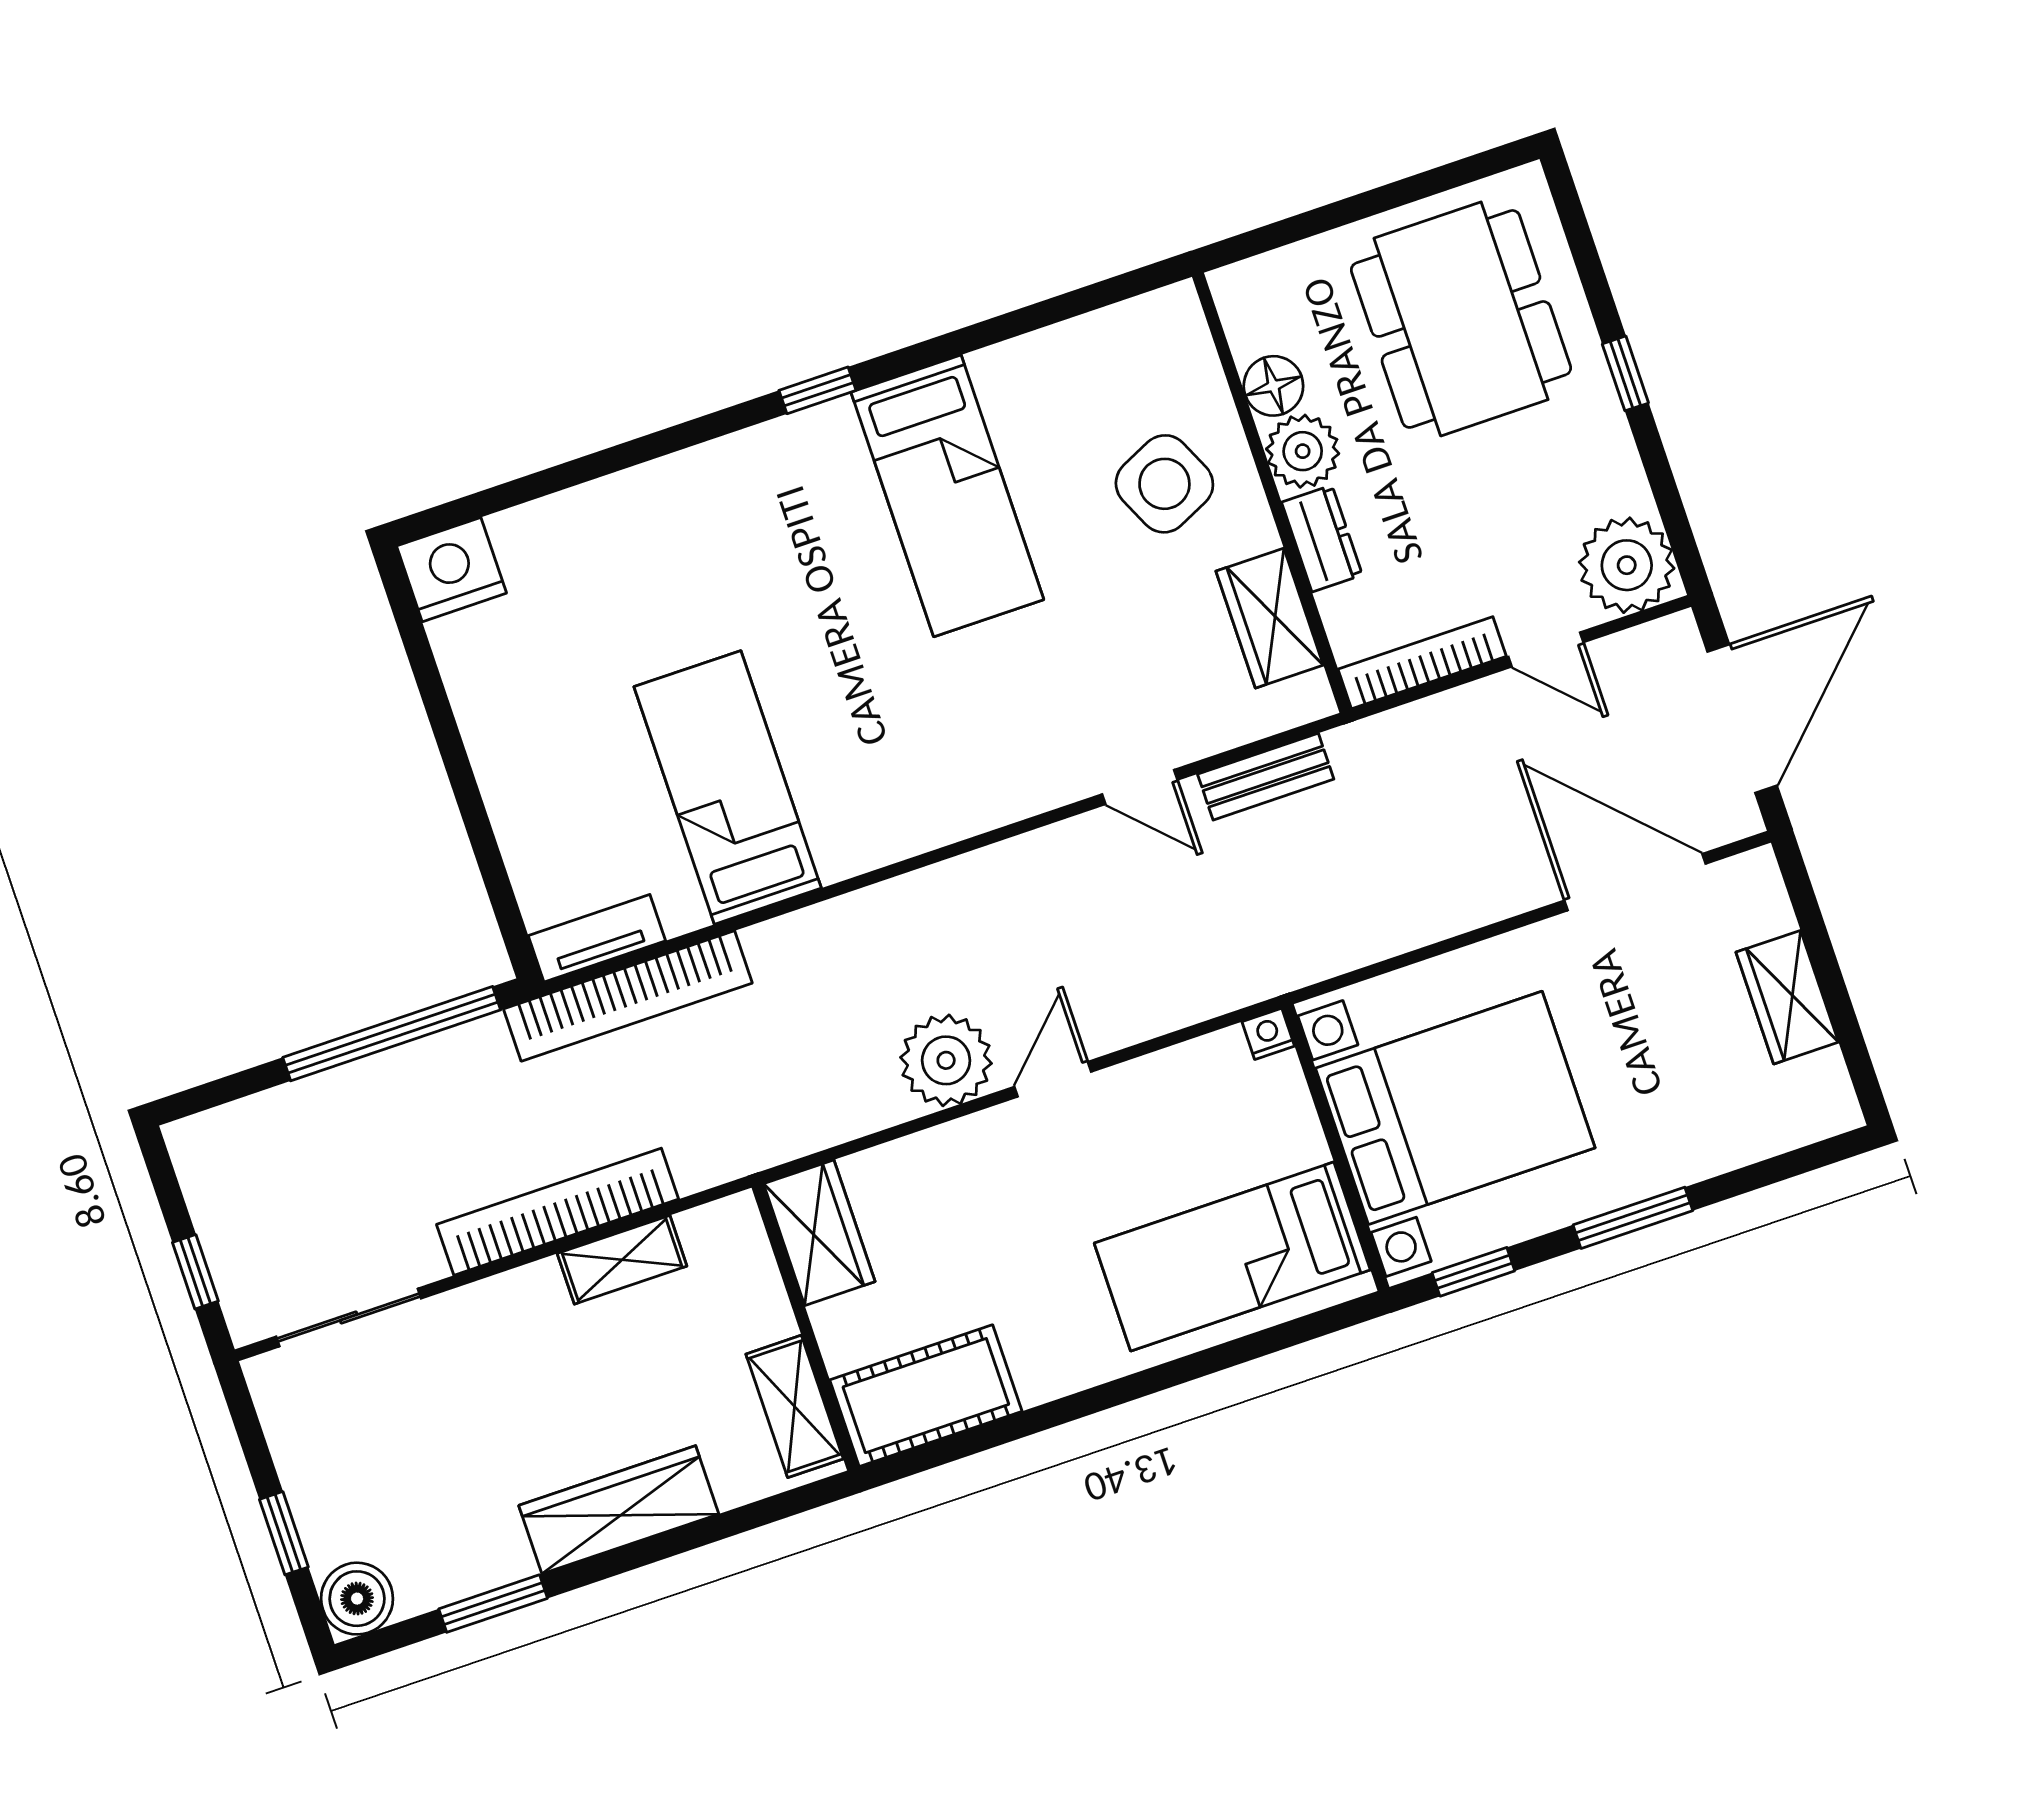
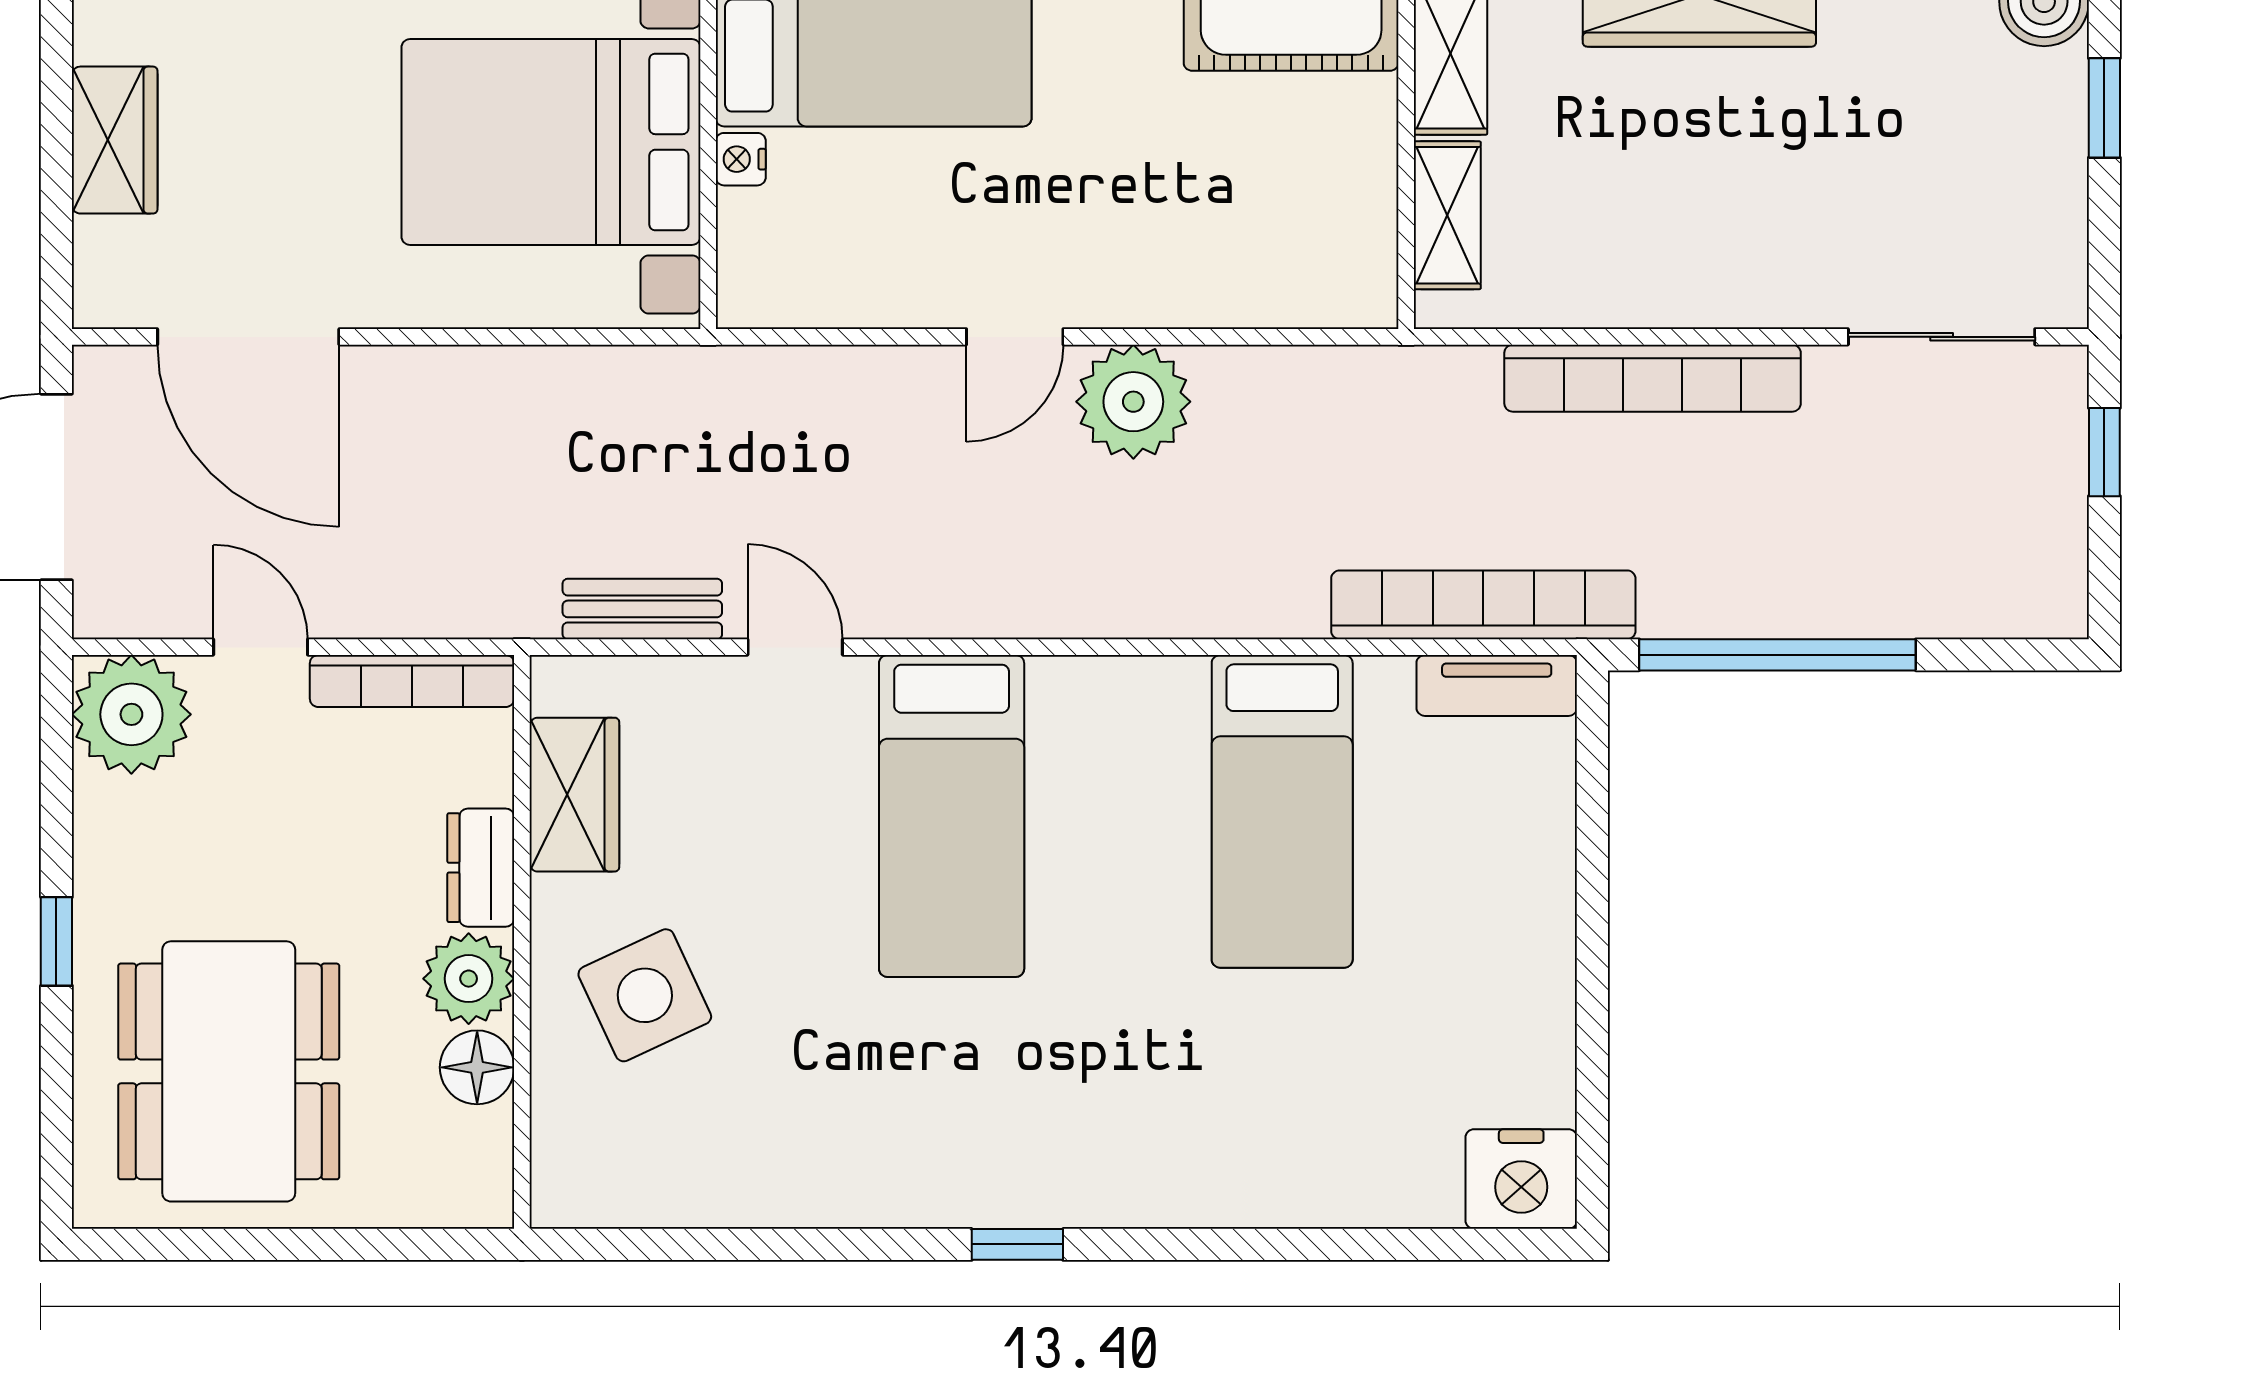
bed: (947, 496) -> (952, 816), moved, turned 180
nightstand: (1268, 1034) -> (741, 159), moved, turned 90
wardrobe: (819, 1233) -> (1352, 249), removed
shelving: (622, 1260) -> (1447, 215), moved, turned 90

